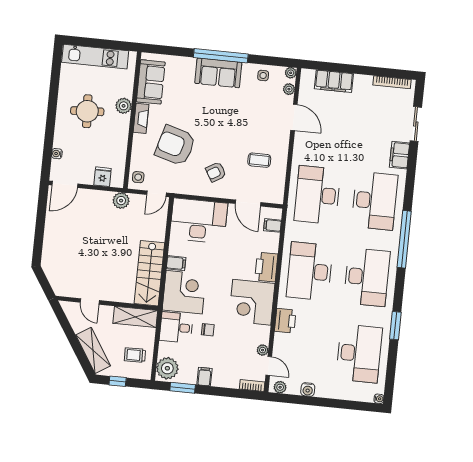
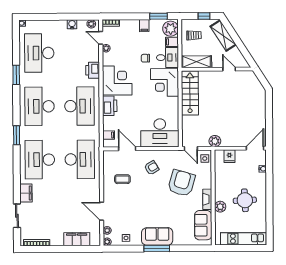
window: (221, 56) -> (157, 248), width x0.68
armchair: (175, 146) -> (181, 183), turned -90
door: (157, 194) -> (191, 148), swing flipped
window: (404, 239) -> (17, 135), width x0.47
filing cabinet: (176, 263) -> (172, 42), moved

